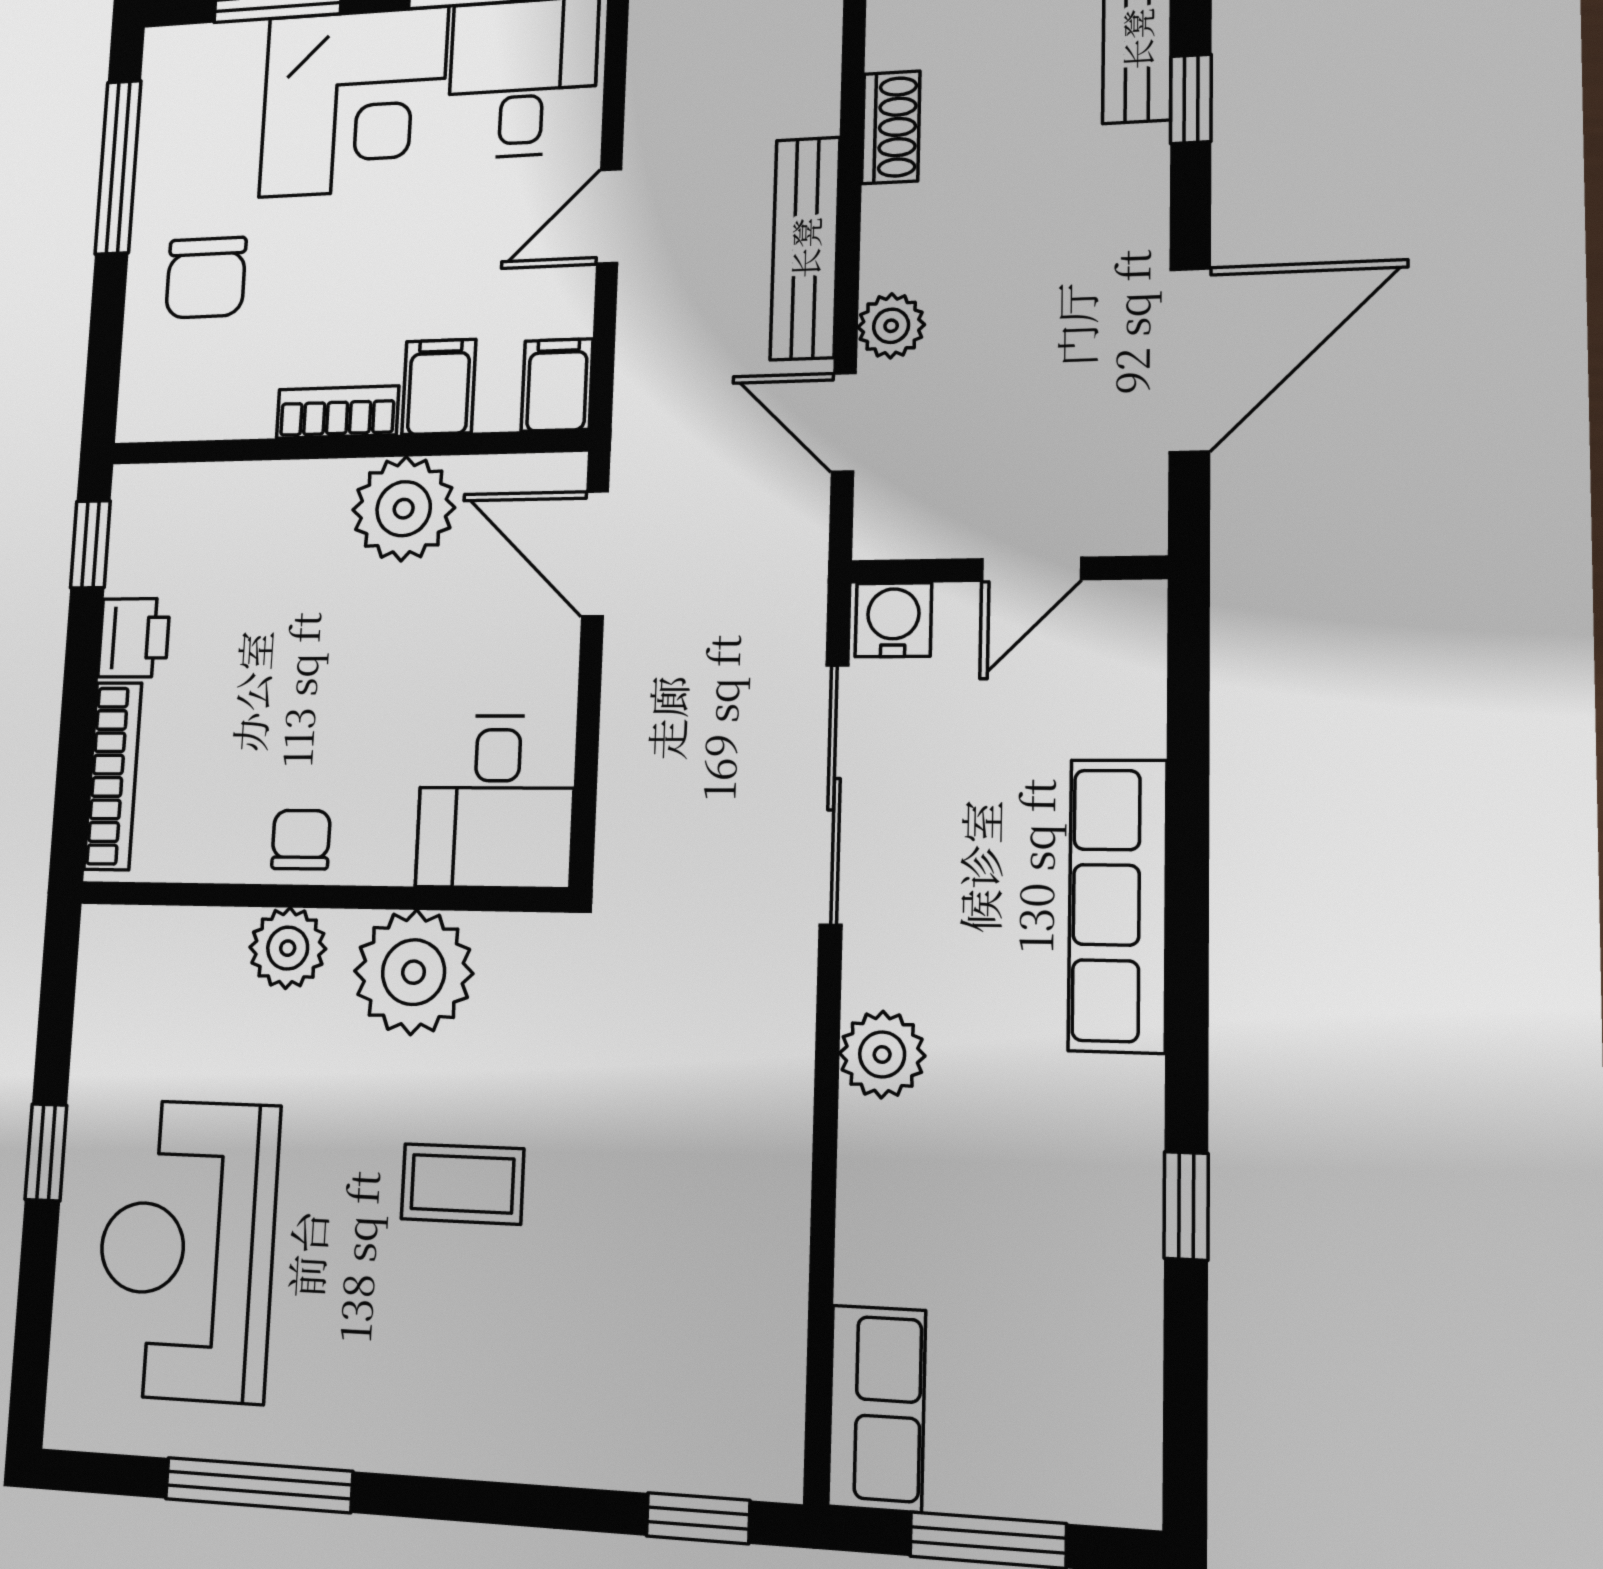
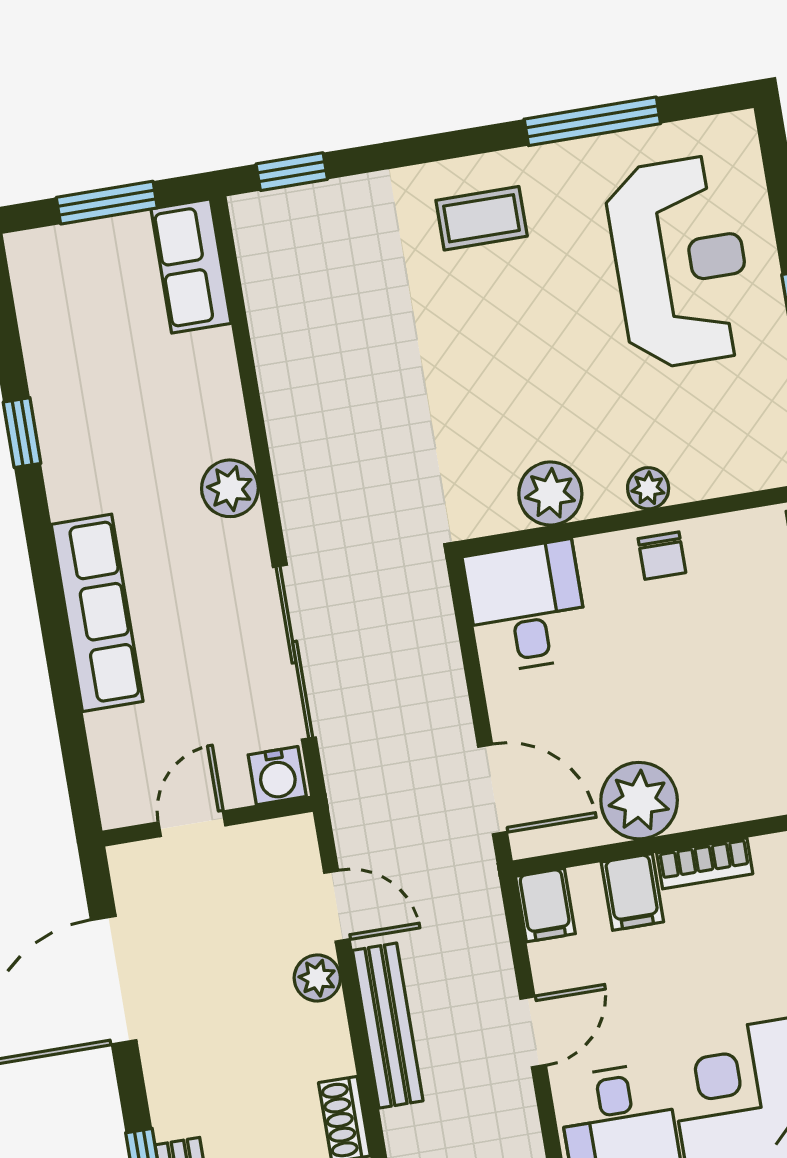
plant: (288, 948) -> (648, 488), width x0.73, depth x0.73
plant: (414, 972) -> (550, 494), width x0.73, depth x0.73
coffee table: (462, 1184) -> (482, 218), moved

